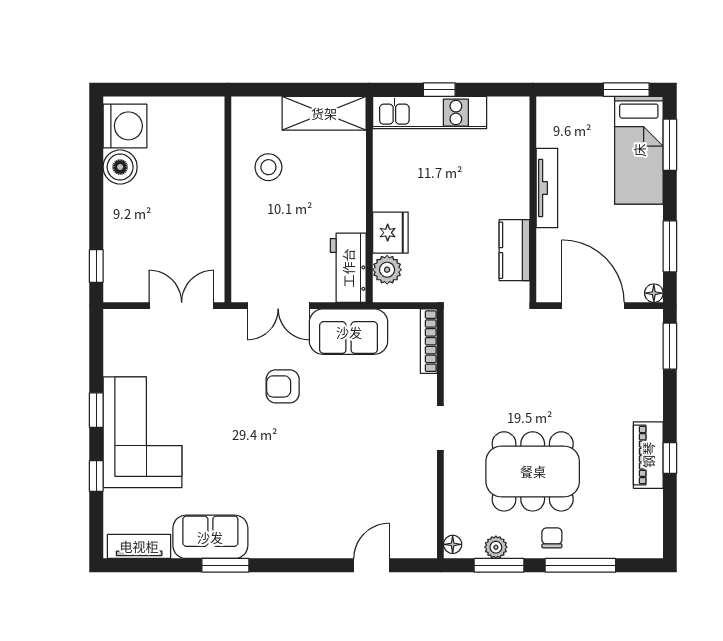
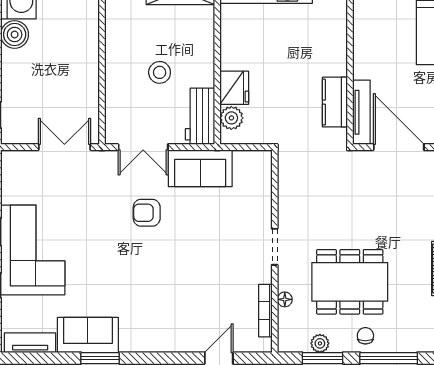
stool: (268, 167) -> (160, 72), moved
tv unit: (547, 188) -> (361, 112), moved
bookcase: (429, 341) -> (265, 311), moved
floor lamp: (453, 544) -> (285, 299), moved

